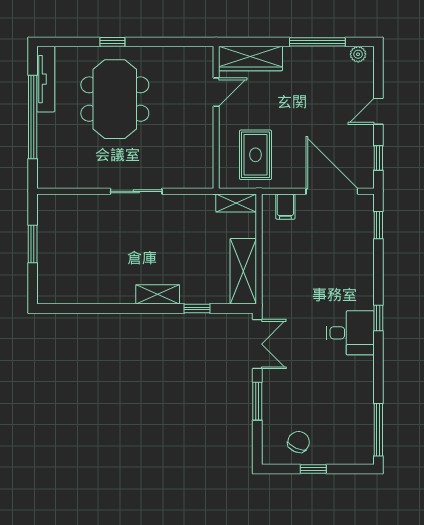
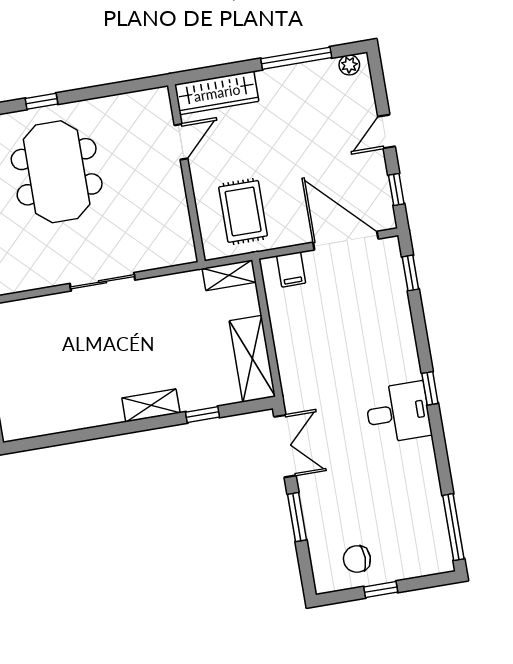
chair: (299, 442) -> (357, 559), turned -114

